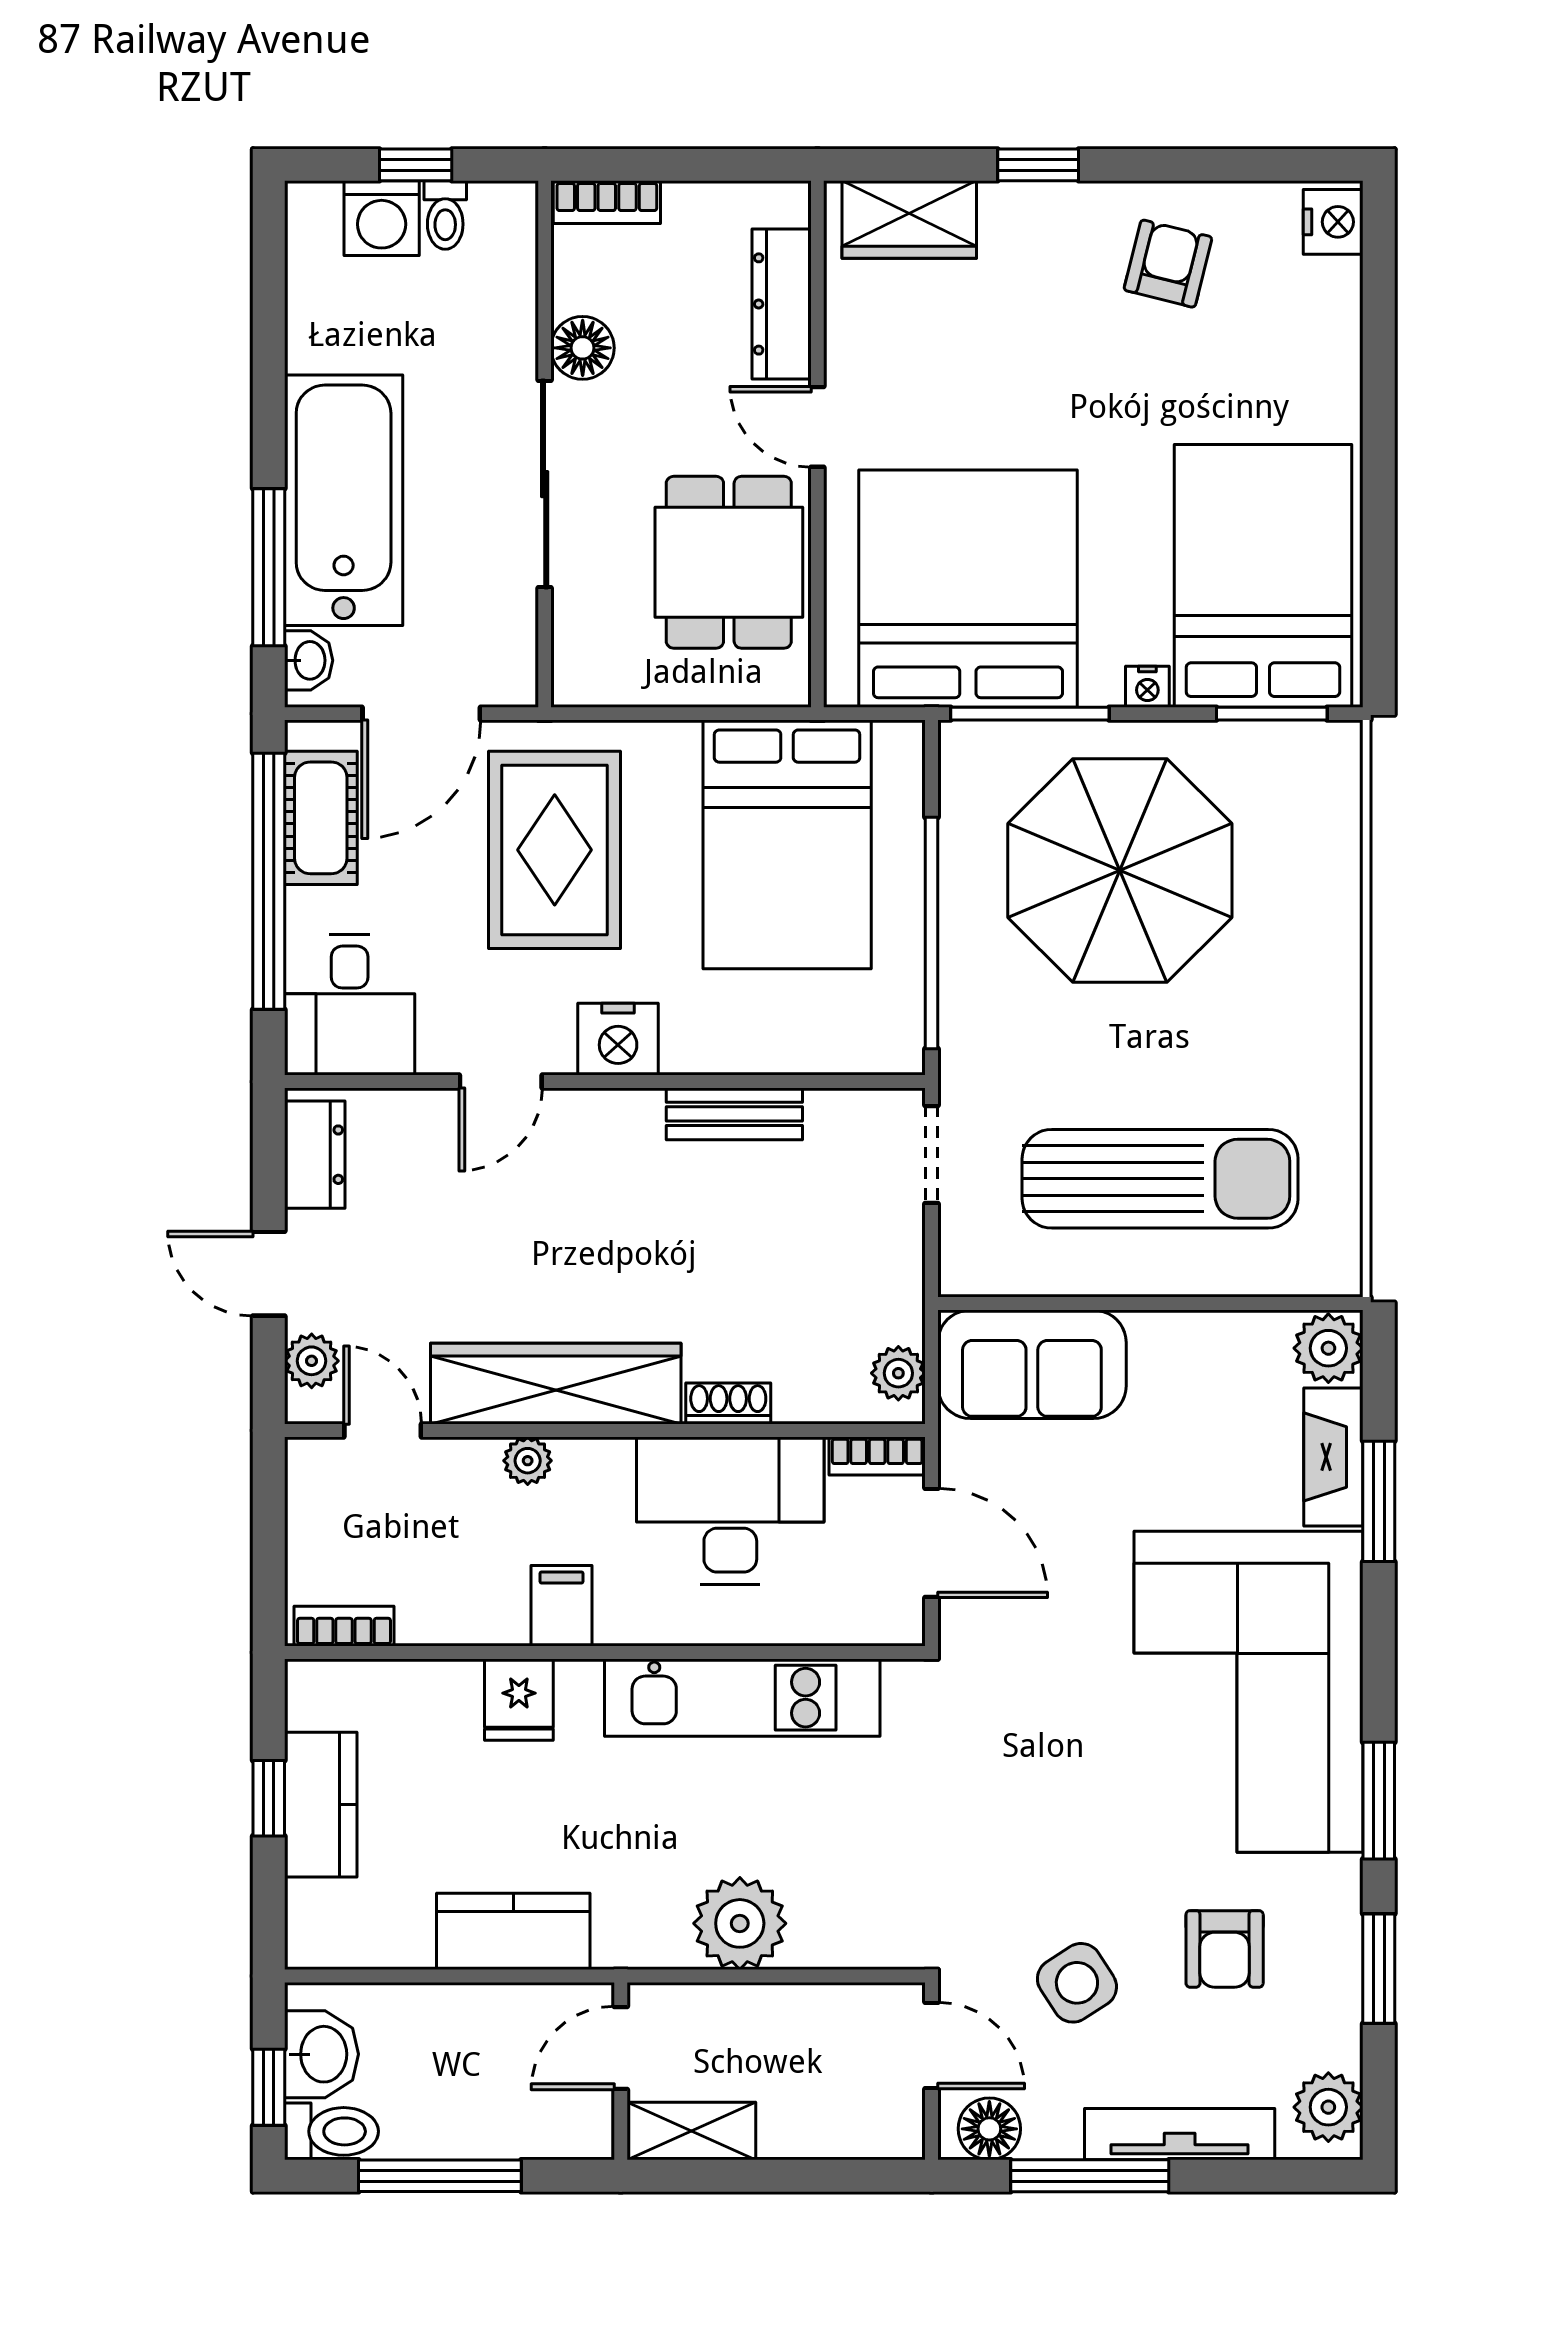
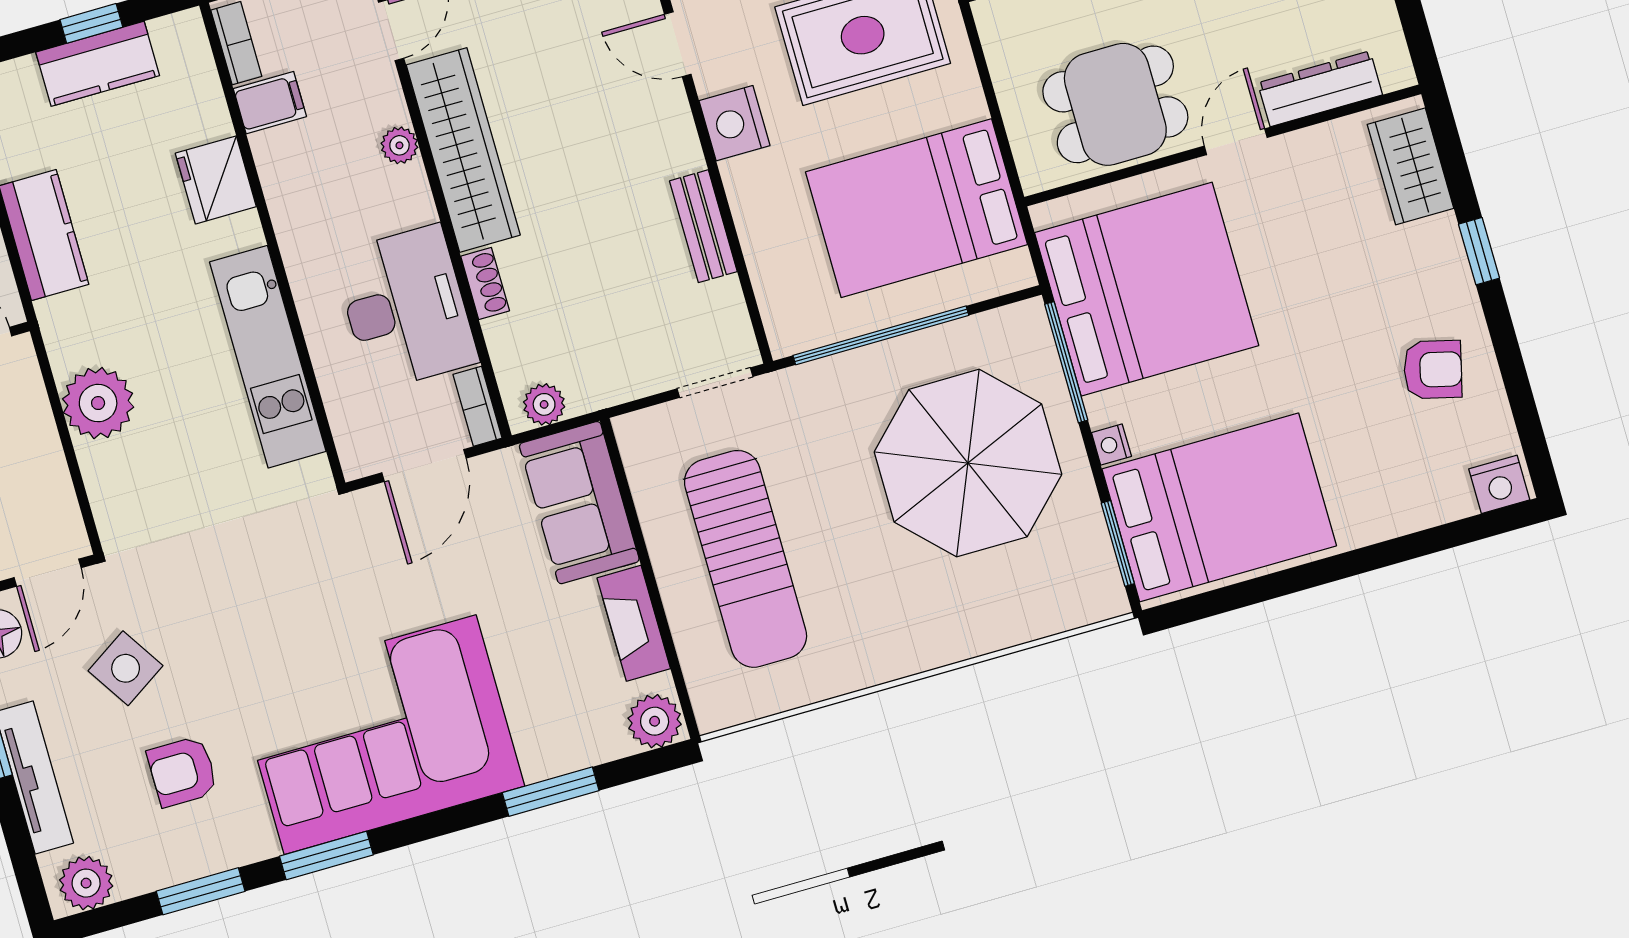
fireplace: (1333, 1457) -> (634, 623), moved, turned -90
filing cabinet: (562, 1606) -> (270, 103), moved
fridge: (519, 1700) -> (216, 180), width x1.38

